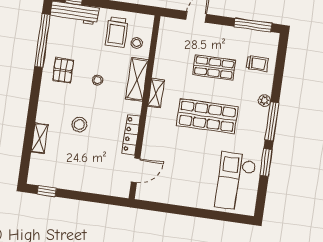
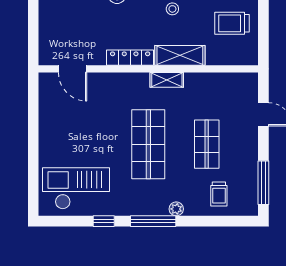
stool: (137, 43) -> (223, 49), removed
locker: (131, 134) -> (130, 58), moved
window: (266, 162) -> (104, 221), width x0.67

